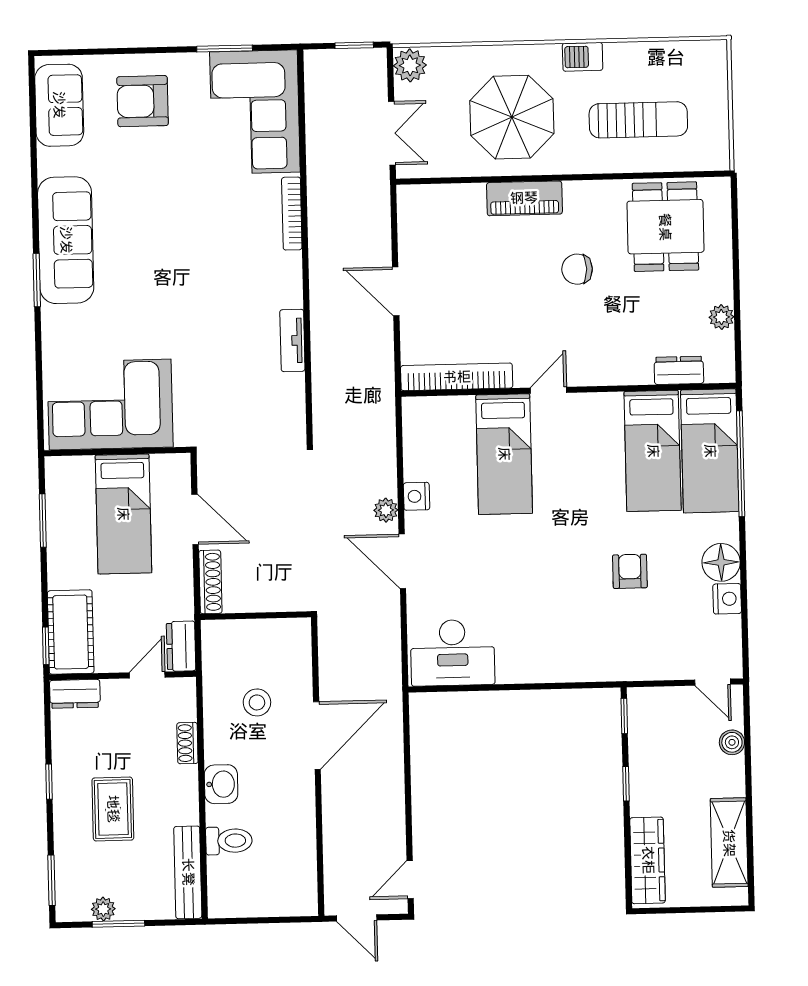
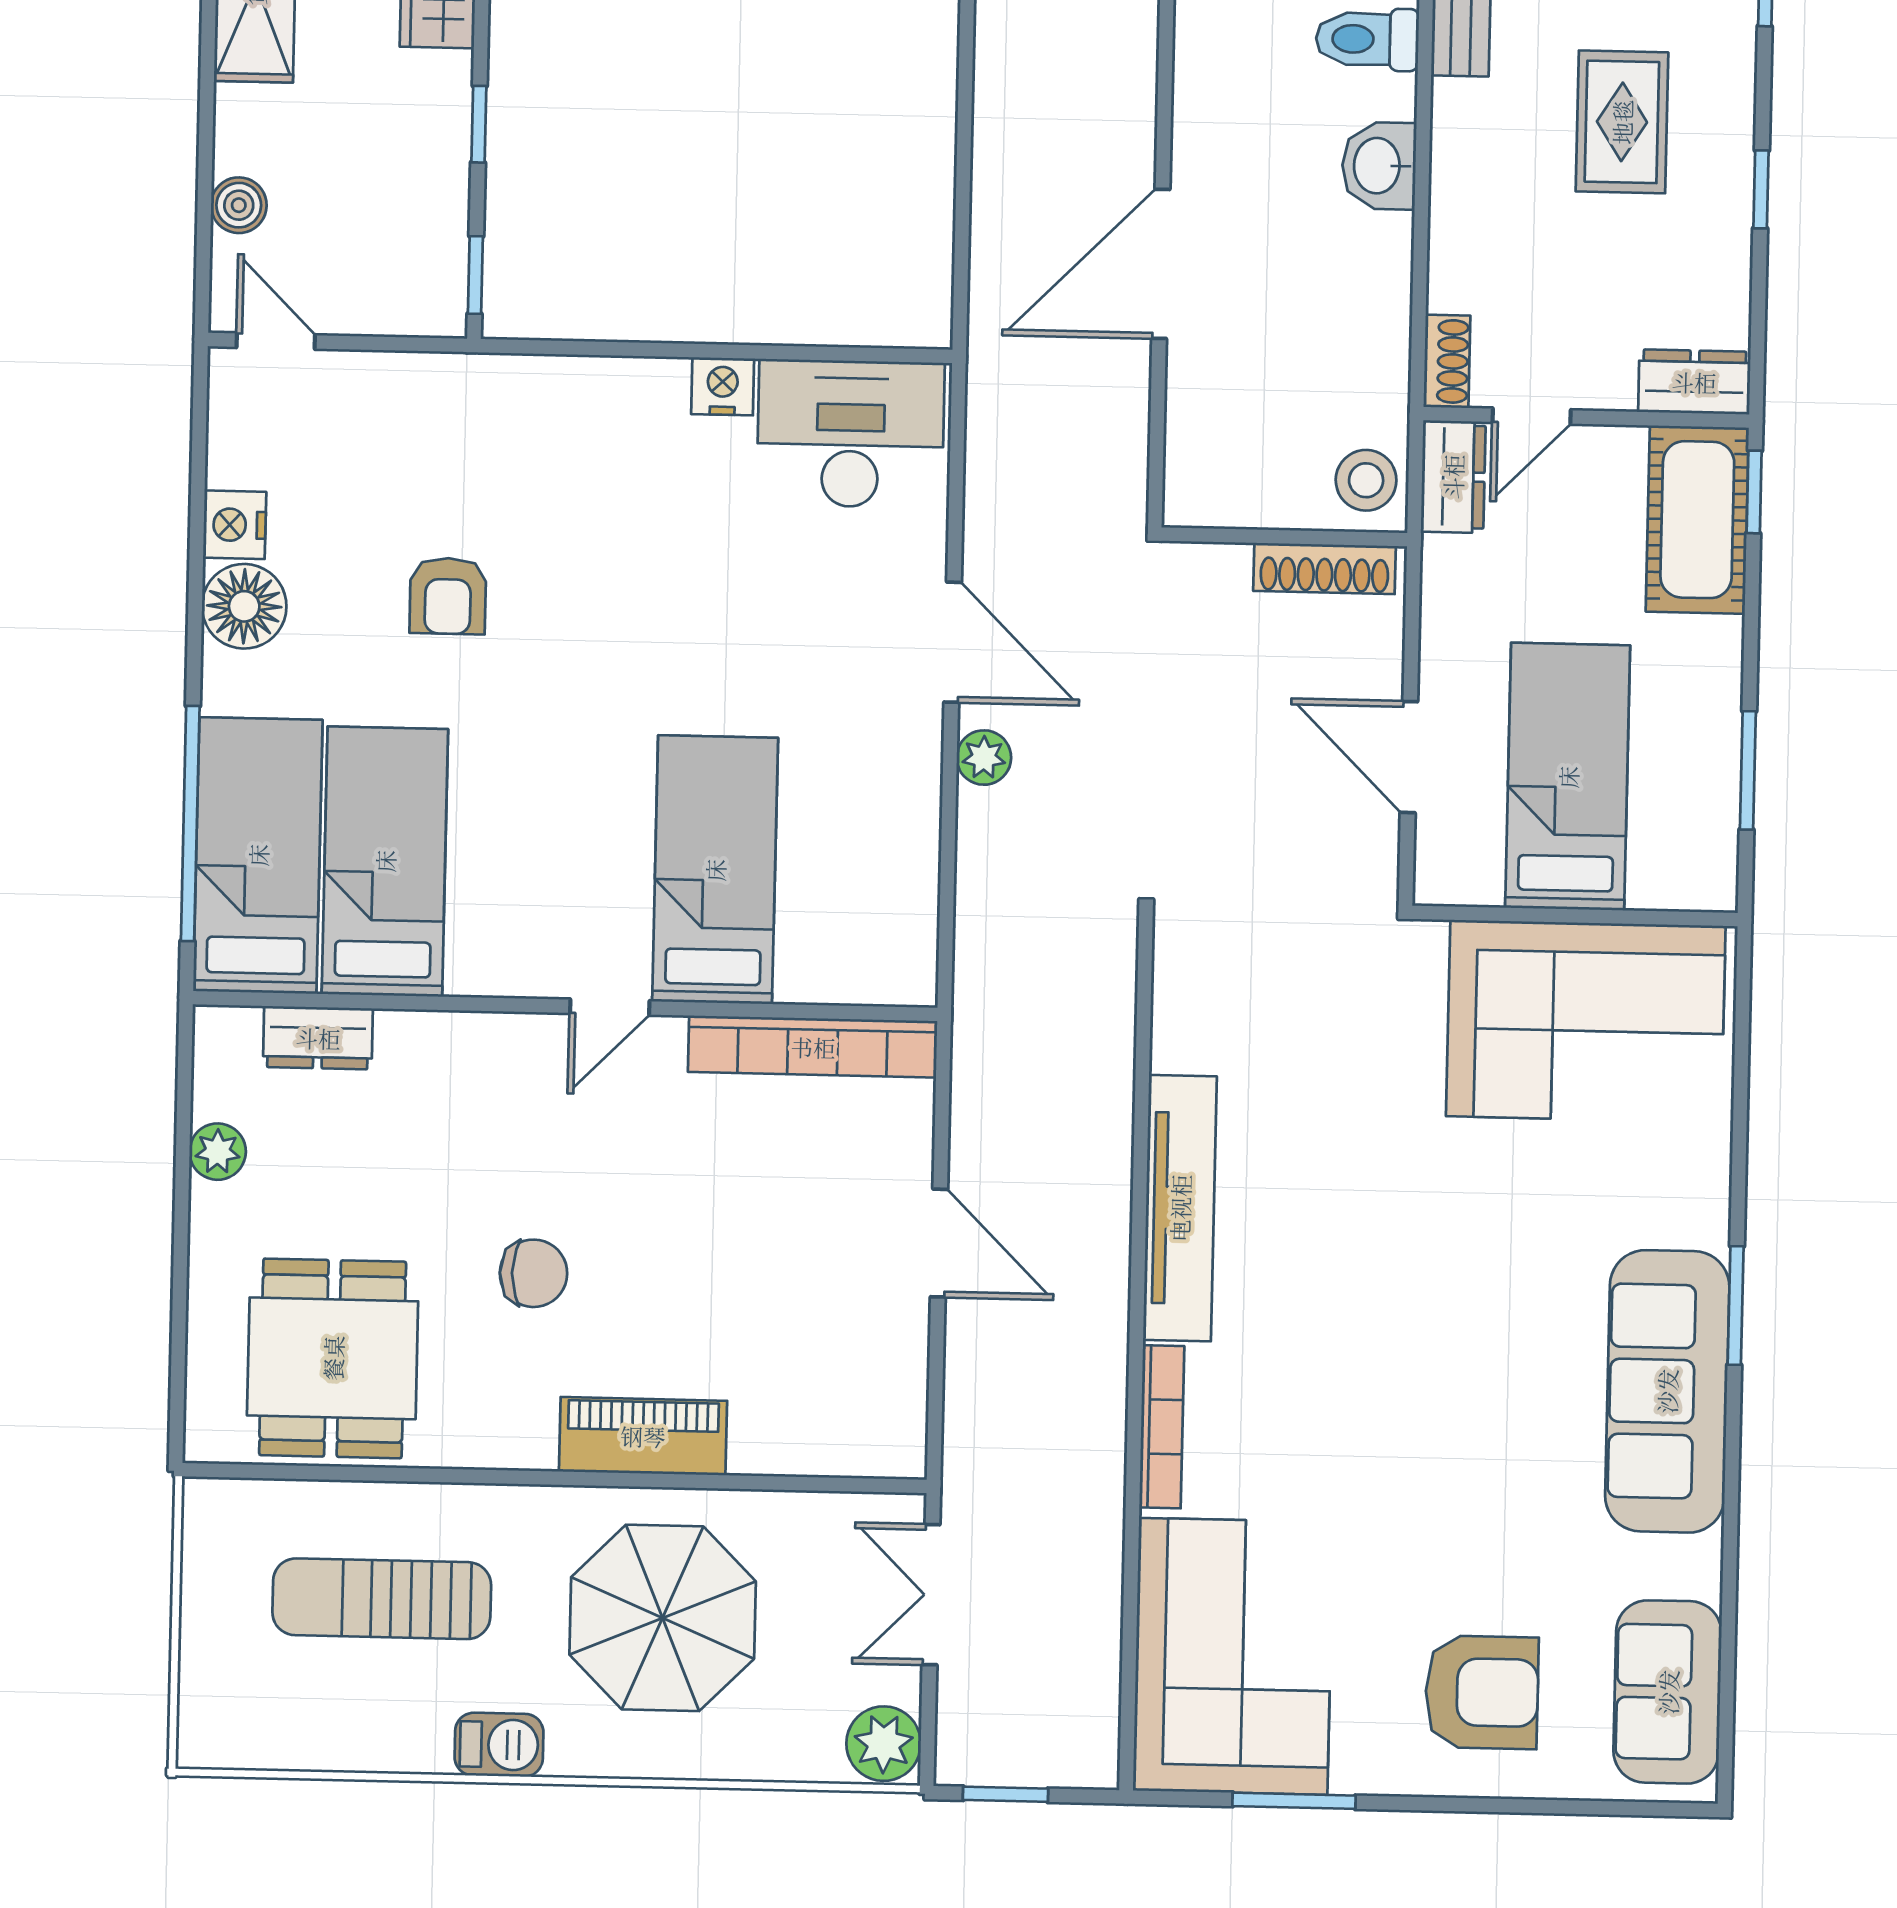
tv unit: (292, 340) -> (1180, 1208), width x1.92, depth x1.29
nightstand: (417, 496) -> (723, 386), moved, turned -90
shoe rack: (210, 582) -> (1324, 568), moved, turned -90
stool: (257, 702) -> (1366, 480), moved
shoe rack: (187, 743) -> (1447, 361), moved

